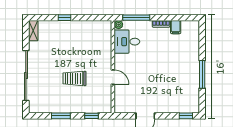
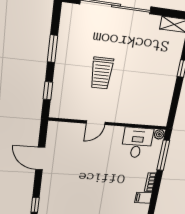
trolley: (74, 78) -> (102, 73), turned 180

